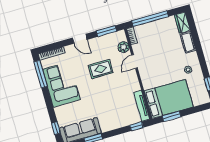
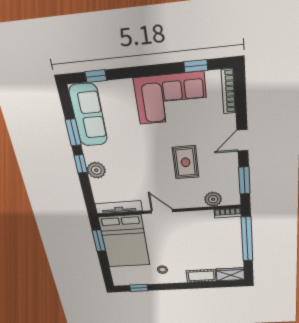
door: (135, 61) -> (162, 211), moved
window: (41, 74) -> (196, 66), width x0.46
plant: (117, 123) -> (96, 170), added
window: (137, 126) -> (81, 164), moved

